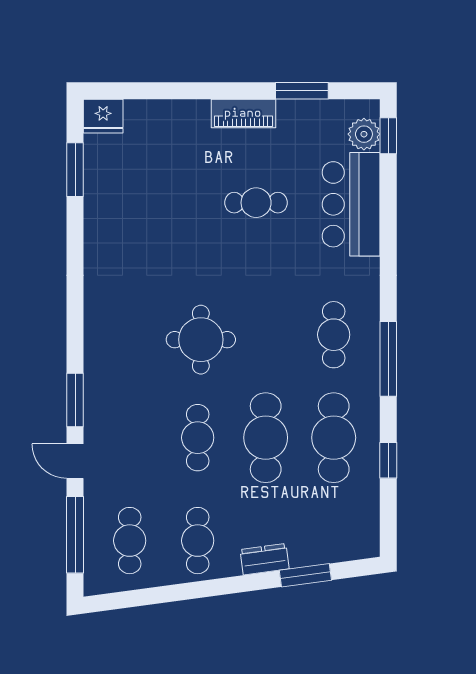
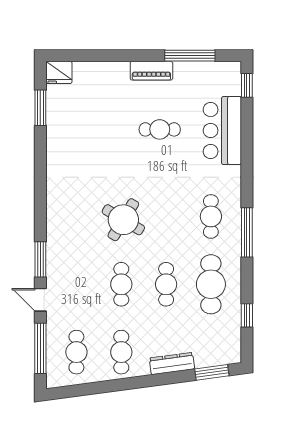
window: (302, 91) -> (190, 56), width x1.44
plant: (364, 134) -> (231, 84), removed
round table: (201, 340) -> (123, 220), turned 31
cafe table: (266, 438) -> (166, 284), width x0.73, depth x0.74
window: (388, 460) -> (247, 315), moved
dresser: (265, 559) -> (172, 364), width x1.44
window: (305, 575) -> (212, 372), moved

